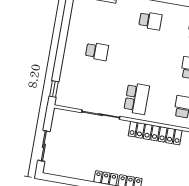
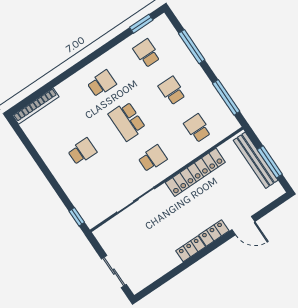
school desk: (143, 60) -> (127, 121), added
school desk: (137, 99) -> (152, 159), width x0.54

